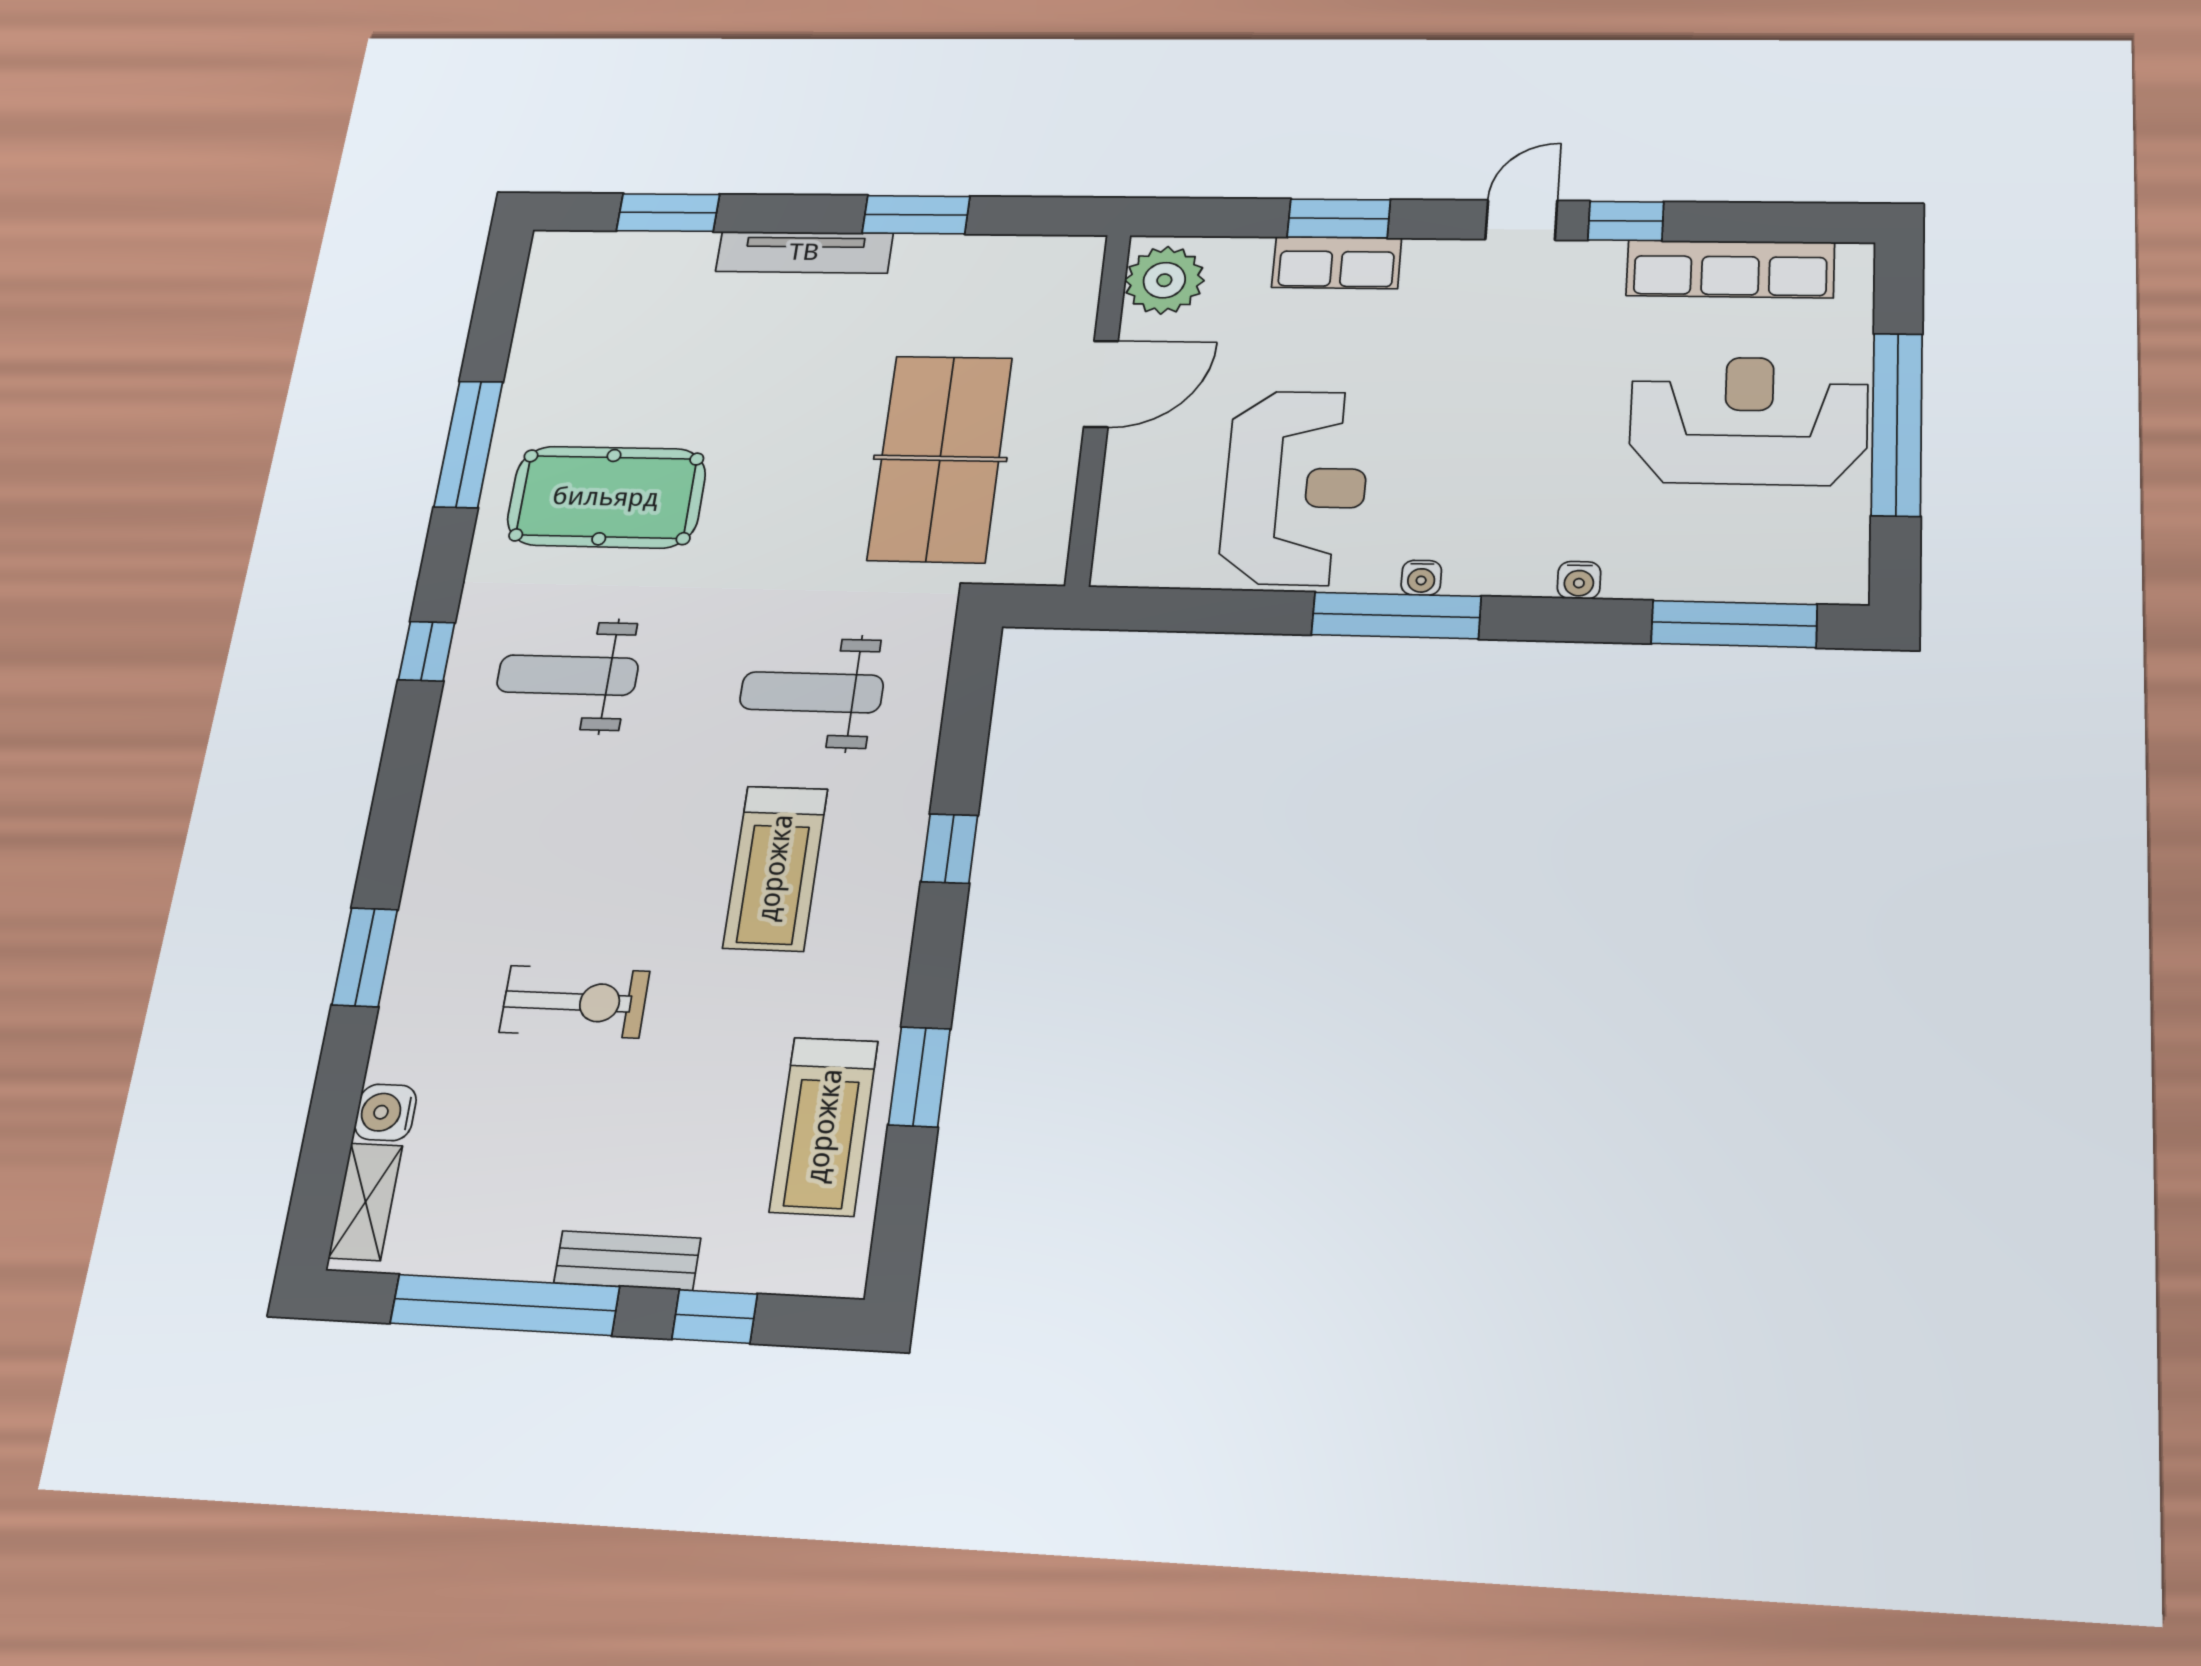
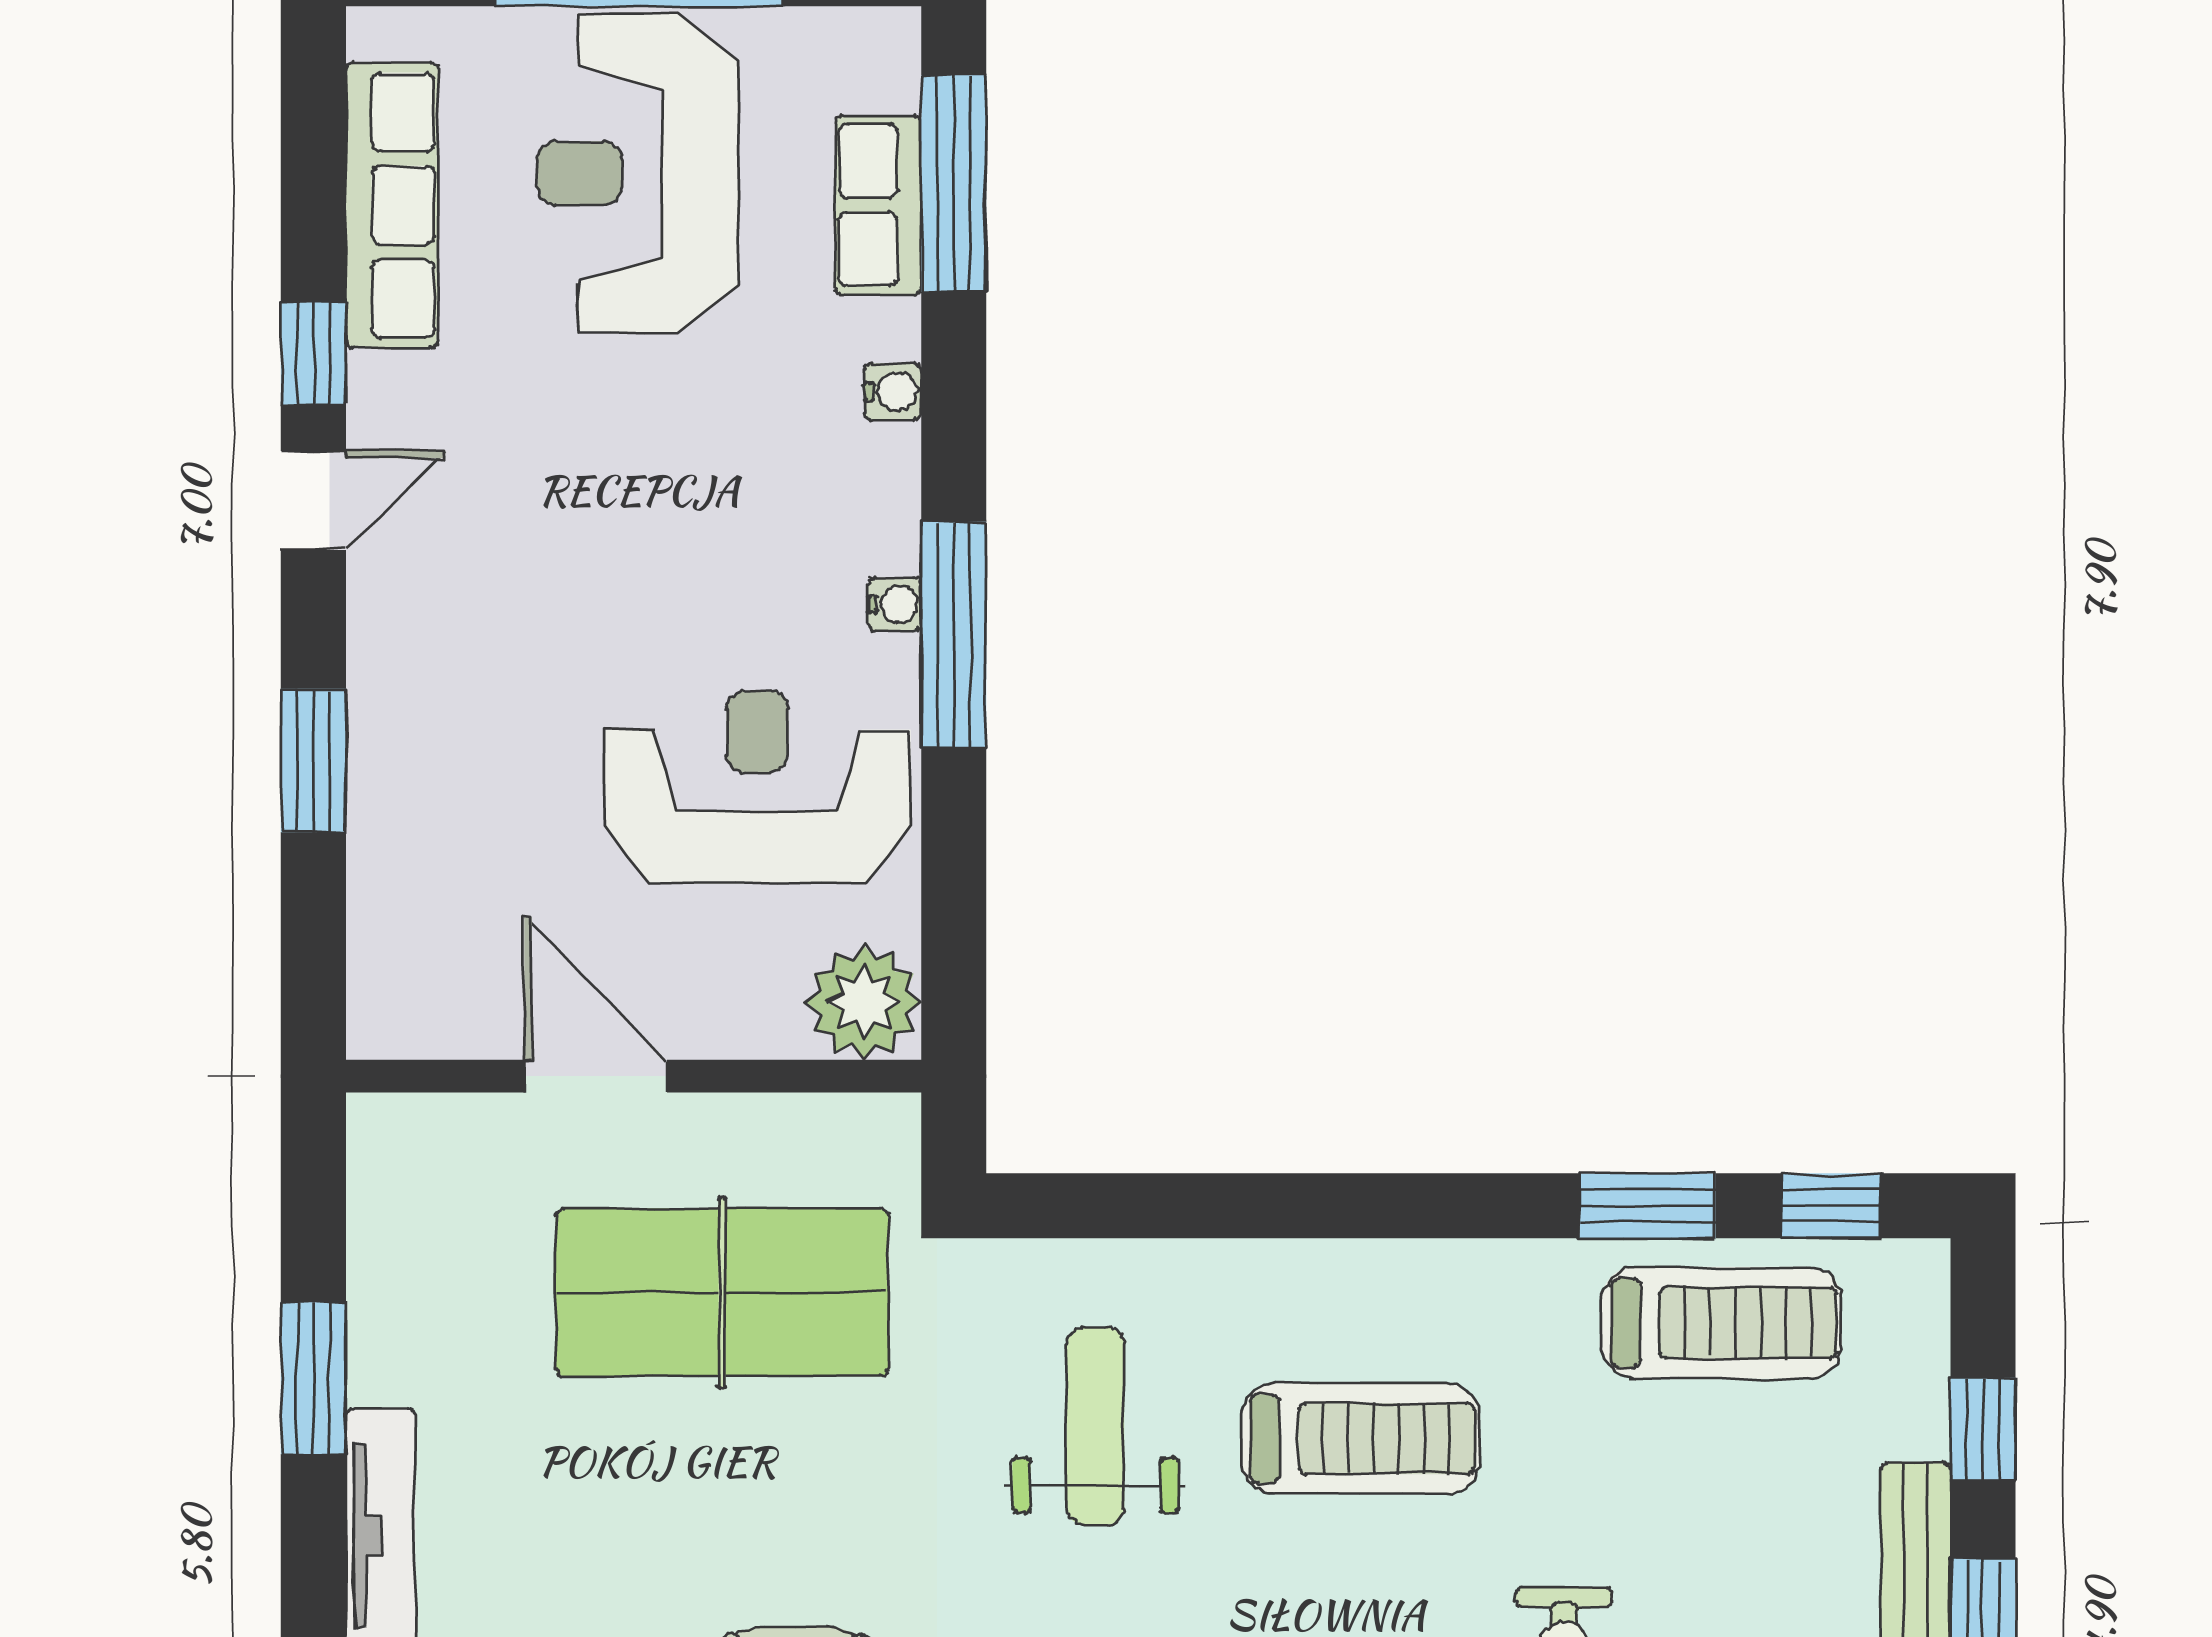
door: (1521, 220) -> (313, 500), swing flipped
row of seats: (1337, 263) -> (878, 205), moved, turned 180
plant: (1164, 280) -> (864, 1002), moved
weight bench: (811, 692) -> (1095, 1426), turned 180
window: (949, 849) -> (1831, 1206), moved

